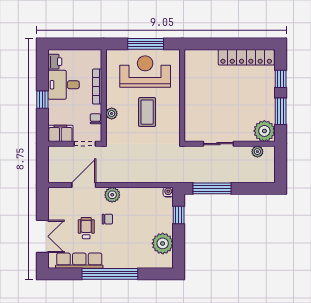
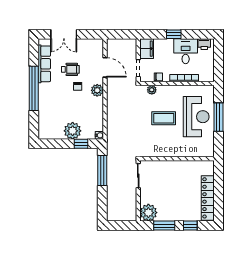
wall: (182, 96) -> (177, 159), moved
plant: (112, 114) -> (152, 90), moved
plant: (257, 152) -> (132, 207), removed
plant: (163, 243) -> (73, 131), moved

